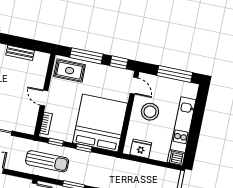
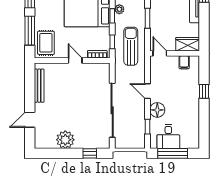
bench: (20, 53) -> (39, 86), width x1.36
door: (44, 98) -> (75, 60), swing flipped
plant: (89, 157) -> (119, 9), added

